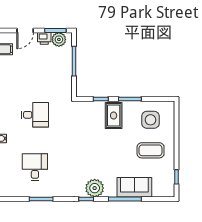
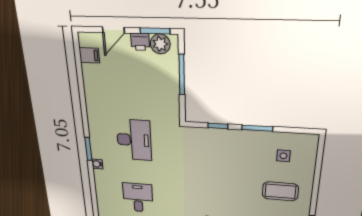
desk: (35, 115) -> (134, 140), width x1.37
rug: (114, 116) -> (234, 147), removed
side table: (150, 120) -> (283, 156), width x0.54, depth x0.54

